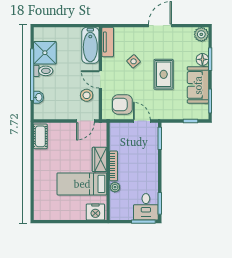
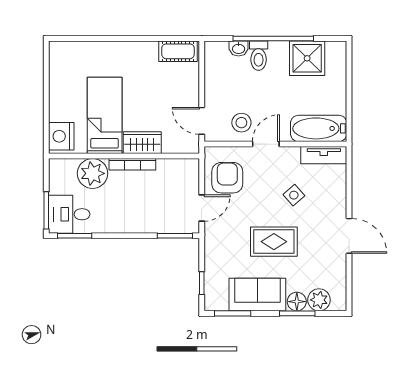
plant: (201, 34) -> (319, 300), moved
toilet: (43, 71) -> (259, 56), moved
plant: (115, 187) -> (93, 173), width x1.87, depth x1.87

